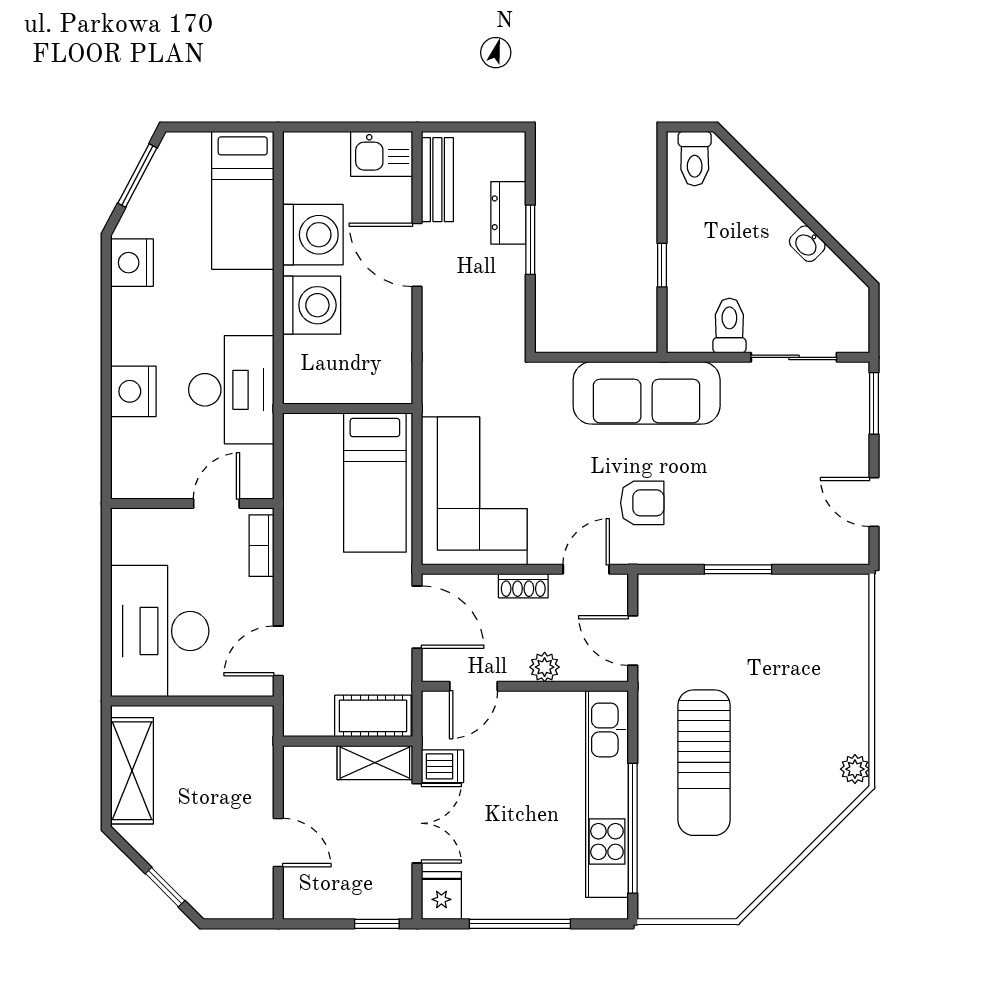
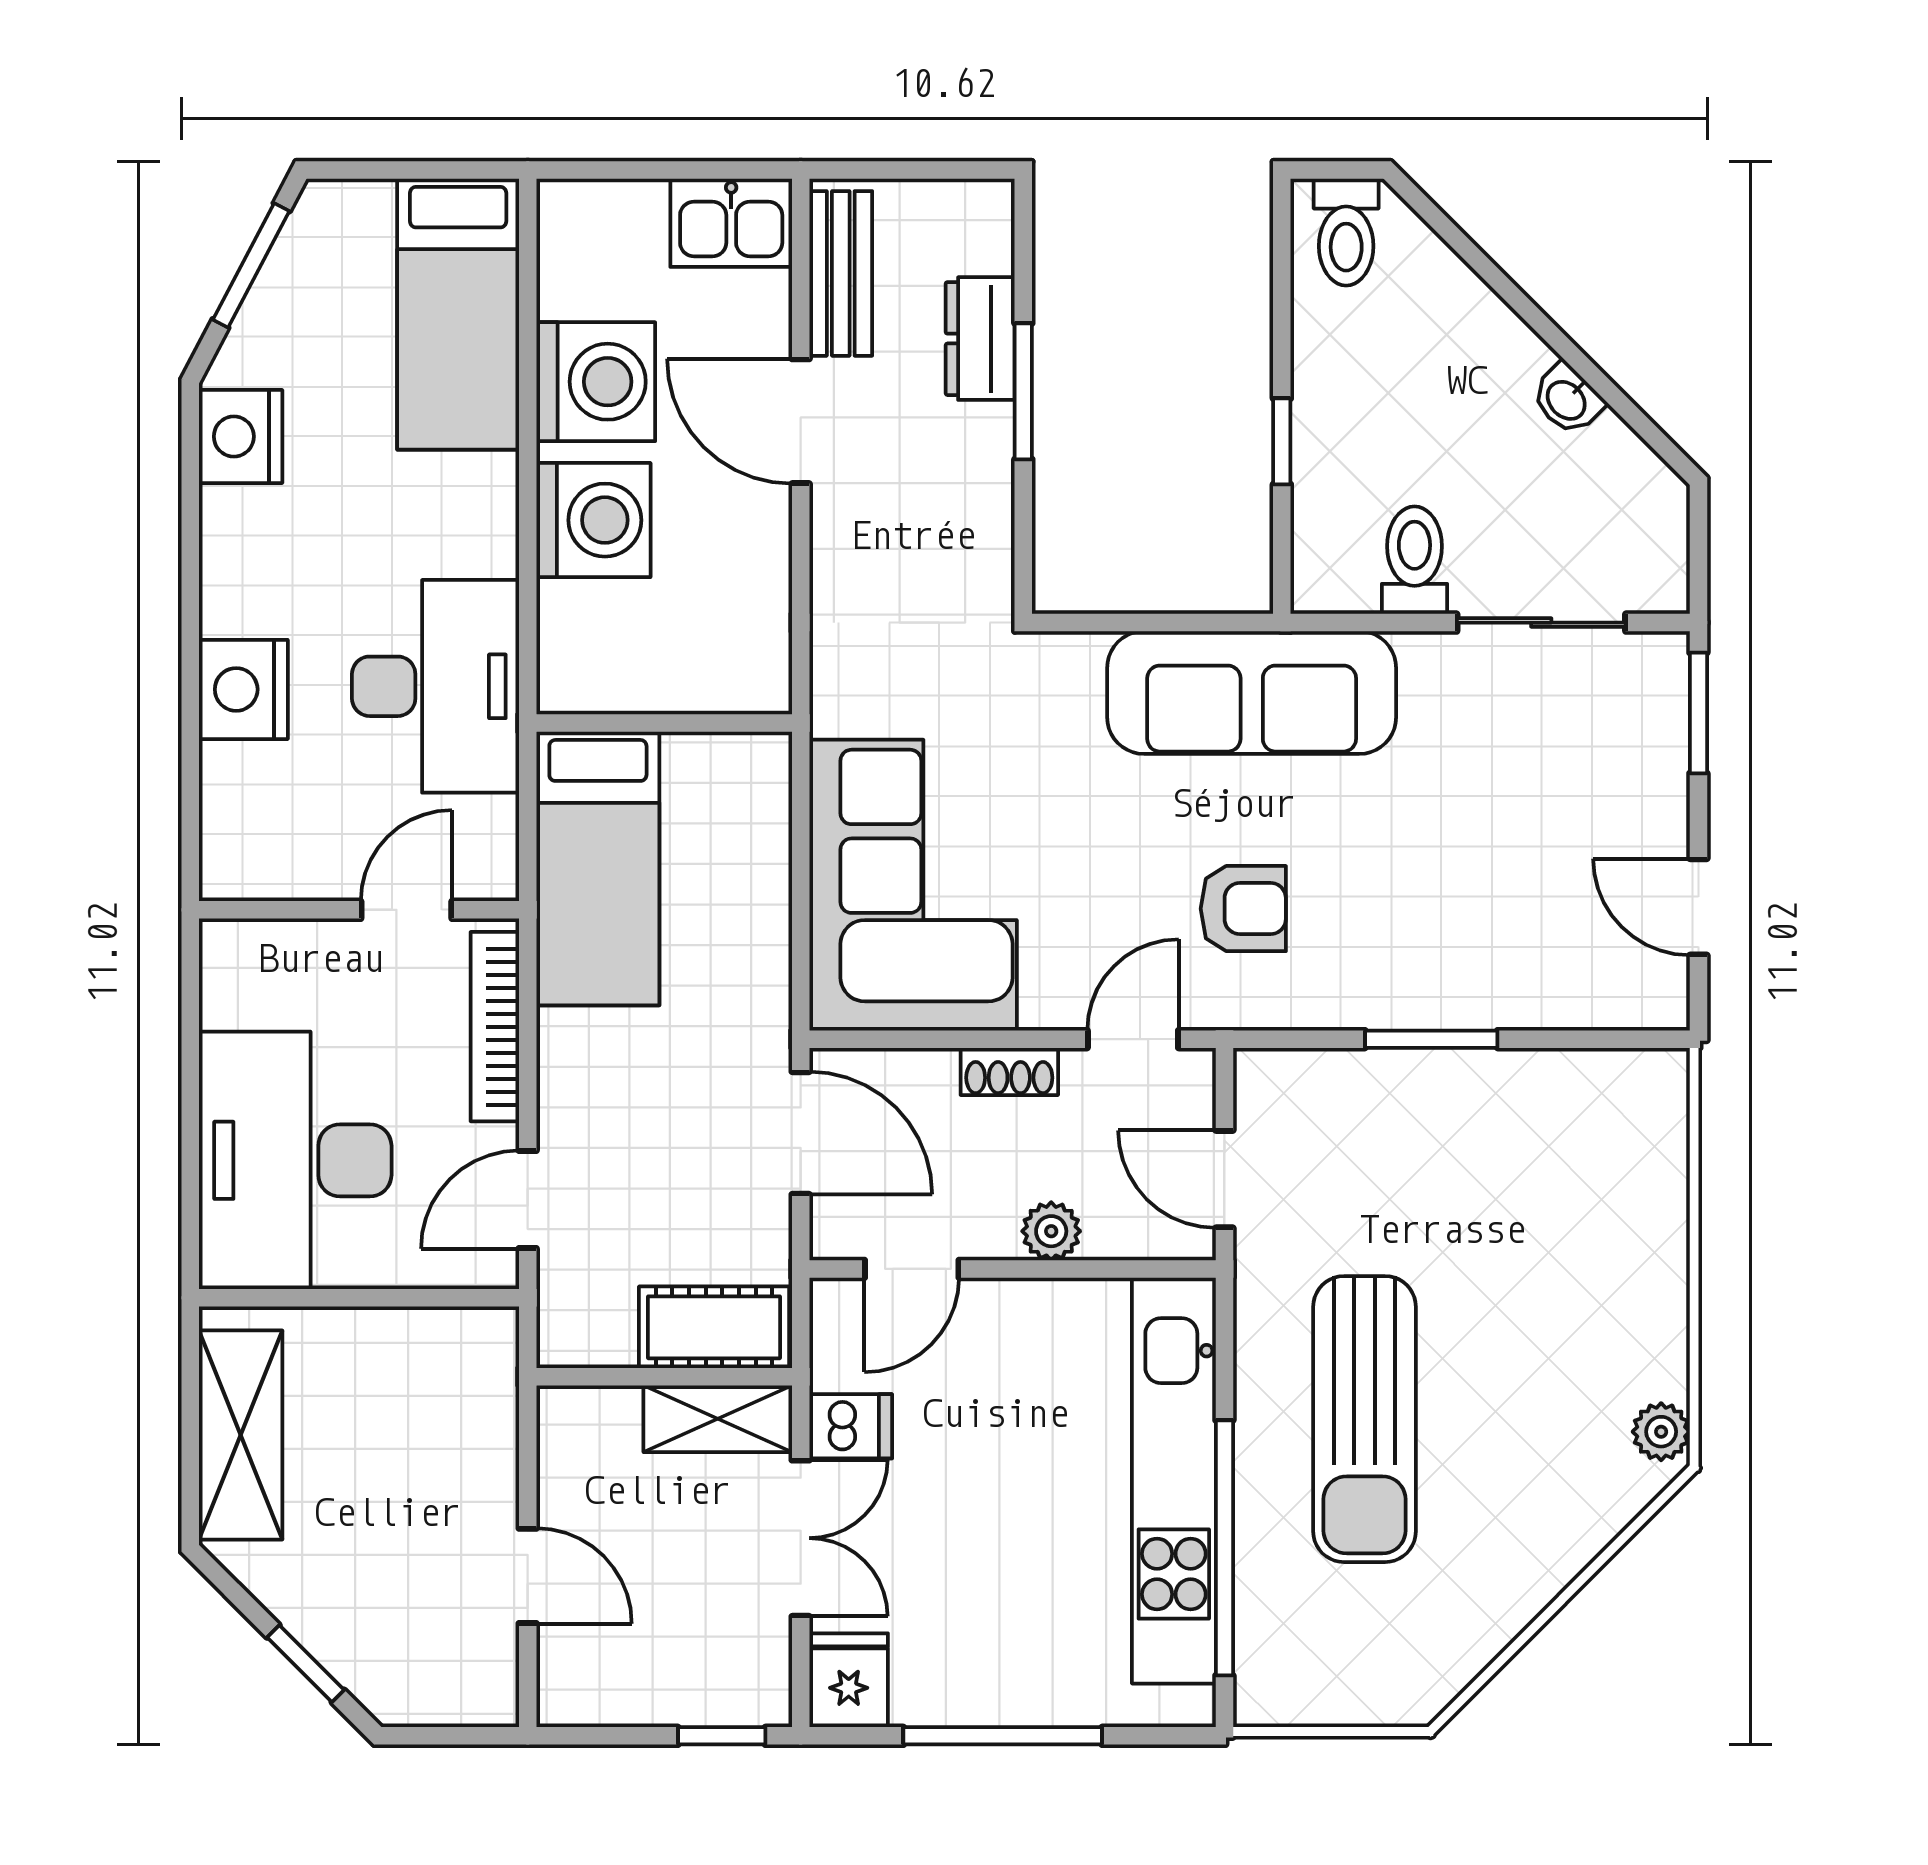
bed: (375, 483) -> (598, 869), moved
bookcase: (261, 546) -> (495, 1027), width x1.56

